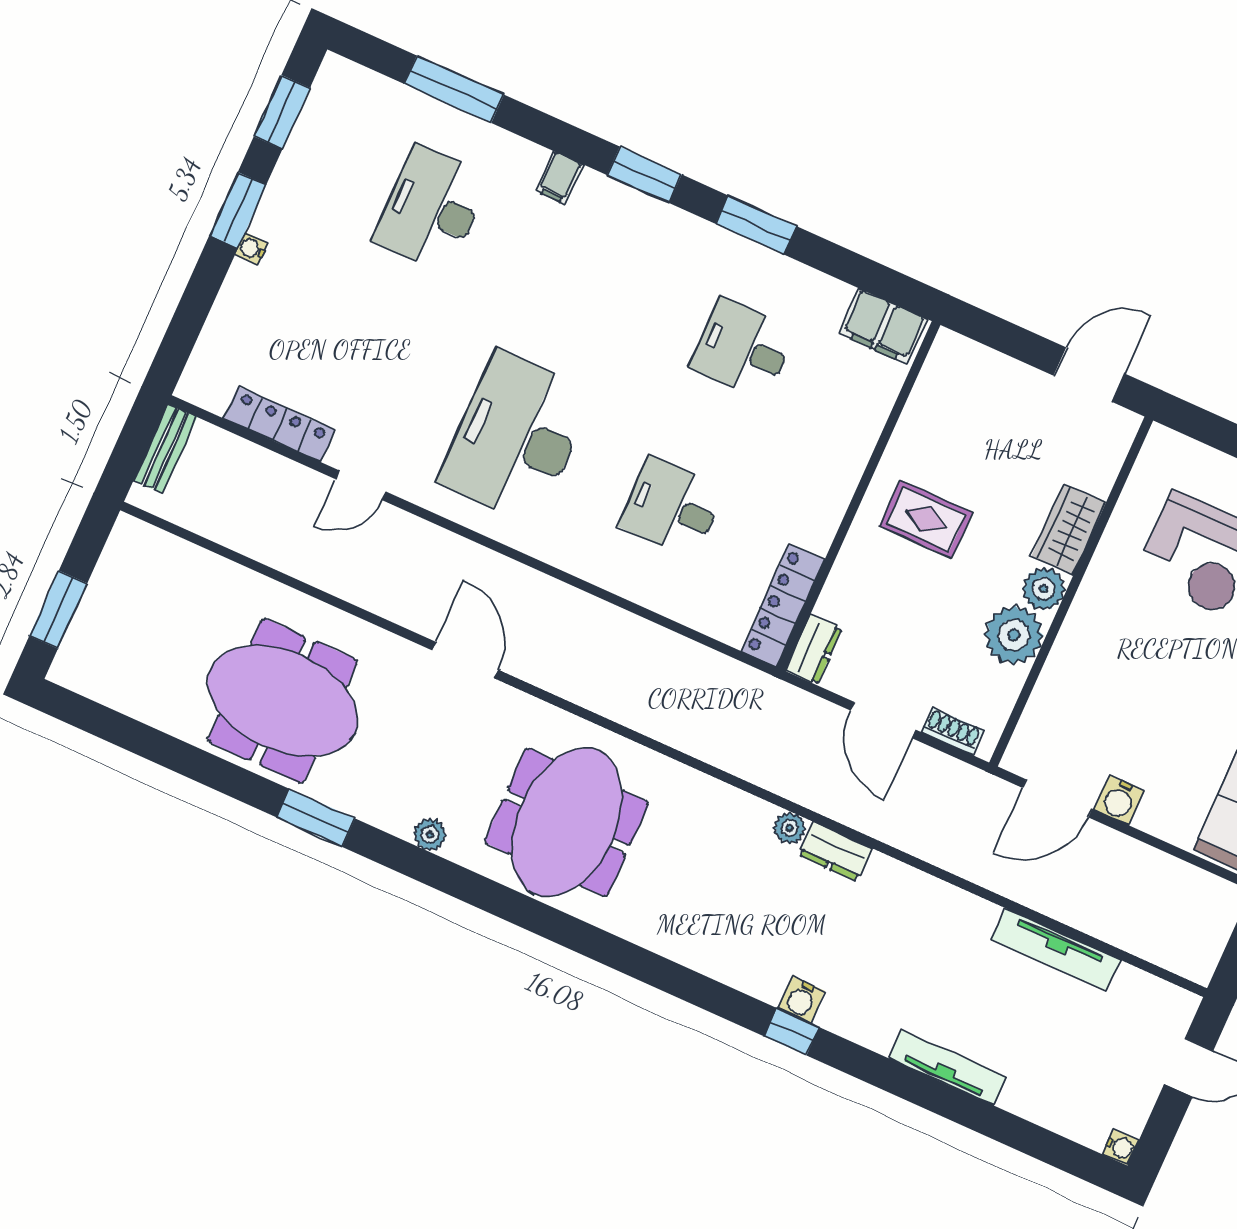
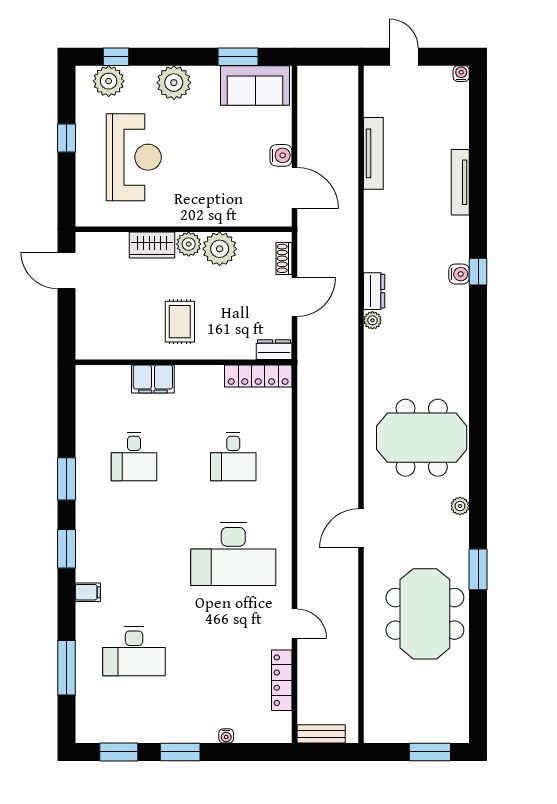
water cooler: (251, 249) -> (226, 736), moved
filing cabinet: (883, 326) -> (153, 379), moved, turned 90

